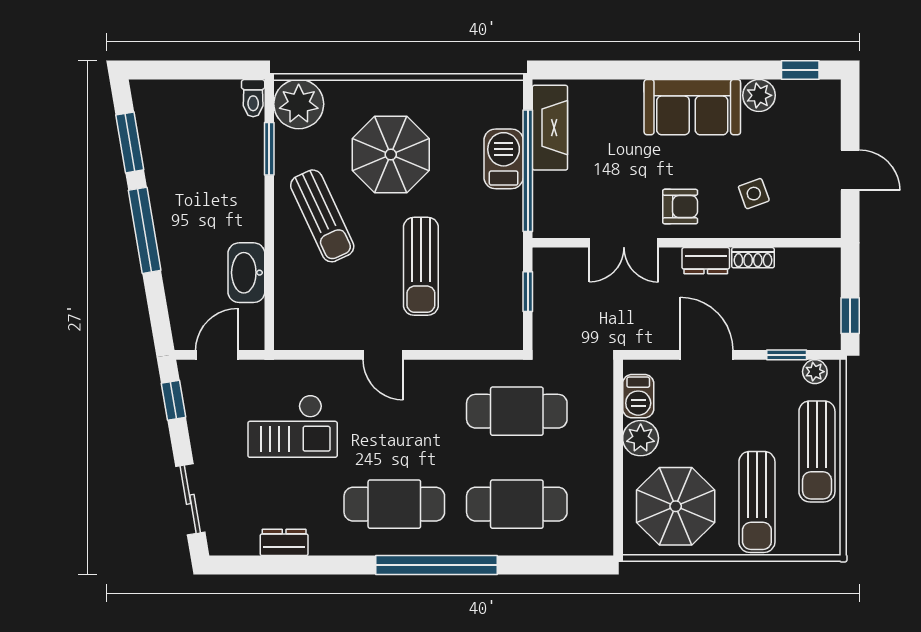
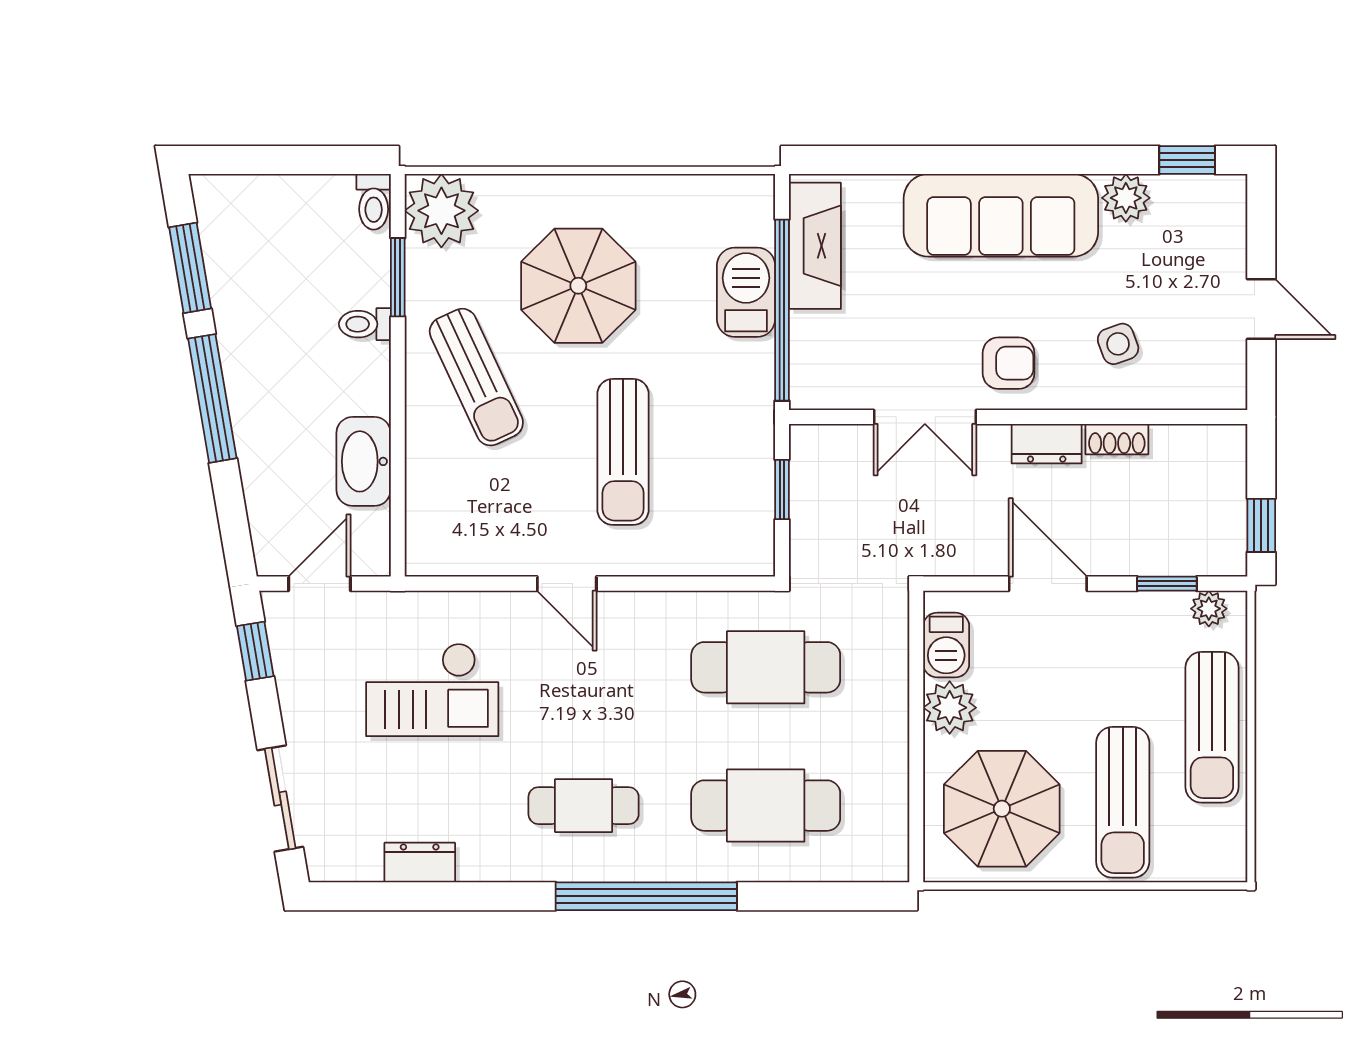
sofa: (692, 107) -> (1001, 215), width x1.36
toilet: (247, 180) -> (365, 324), added
cafe table: (394, 504) -> (584, 806), width x0.73, depth x0.74

